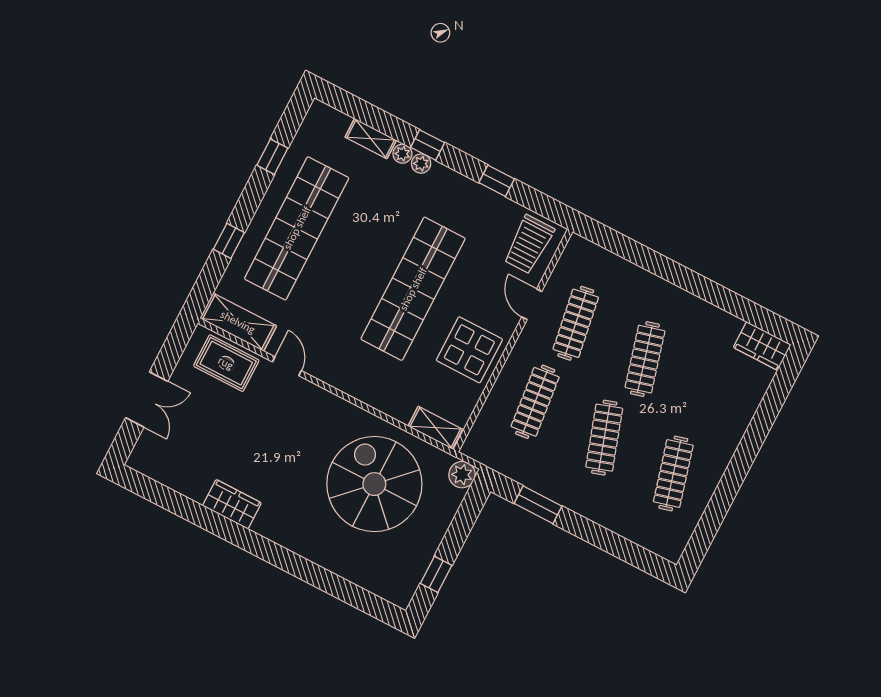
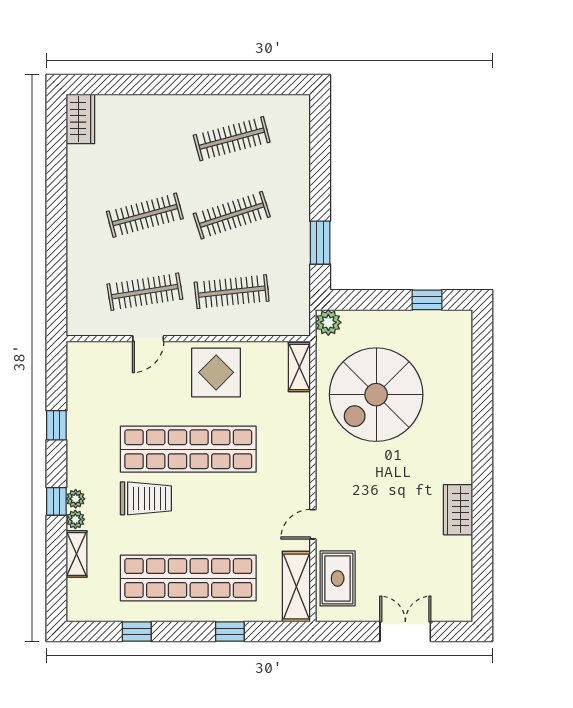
trolley: (529, 244) -> (146, 498), moved

